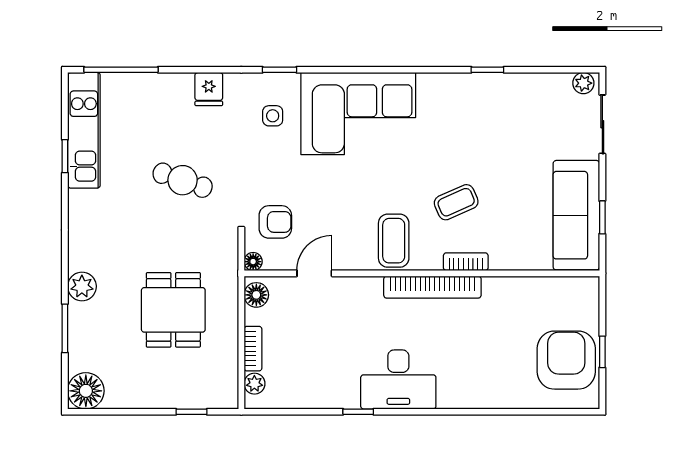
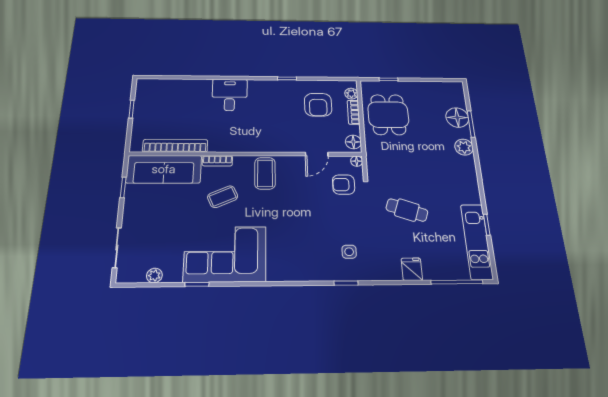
plant: (583, 83) -> (154, 276), moved
fridge: (209, 89) -> (412, 269), moved
corner sofa: (358, 113) -> (225, 254), moved
sofa: (576, 215) -> (164, 169), moved, turned 90
bookcase: (432, 287) -> (175, 146), moved
dining table: (173, 310) -> (388, 115), moved
armchair: (566, 360) -> (318, 105), moved, width x0.73, depth x0.73
desk: (398, 379) -> (230, 95), moved, width x0.73
floor lamp: (86, 391) -> (457, 118), moved

